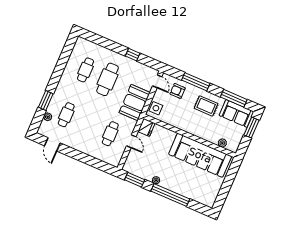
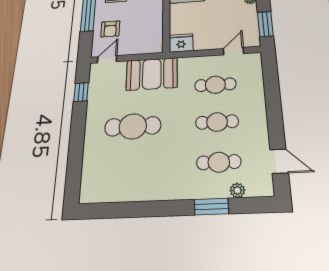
window: (133, 55) -> (81, 92), moved
cafe table: (85, 70) -> (217, 122), moved
side table: (156, 108) -> (147, 44), removed
door: (131, 141) -> (233, 51), moved
door: (52, 144) -> (279, 161), hinge flipped

